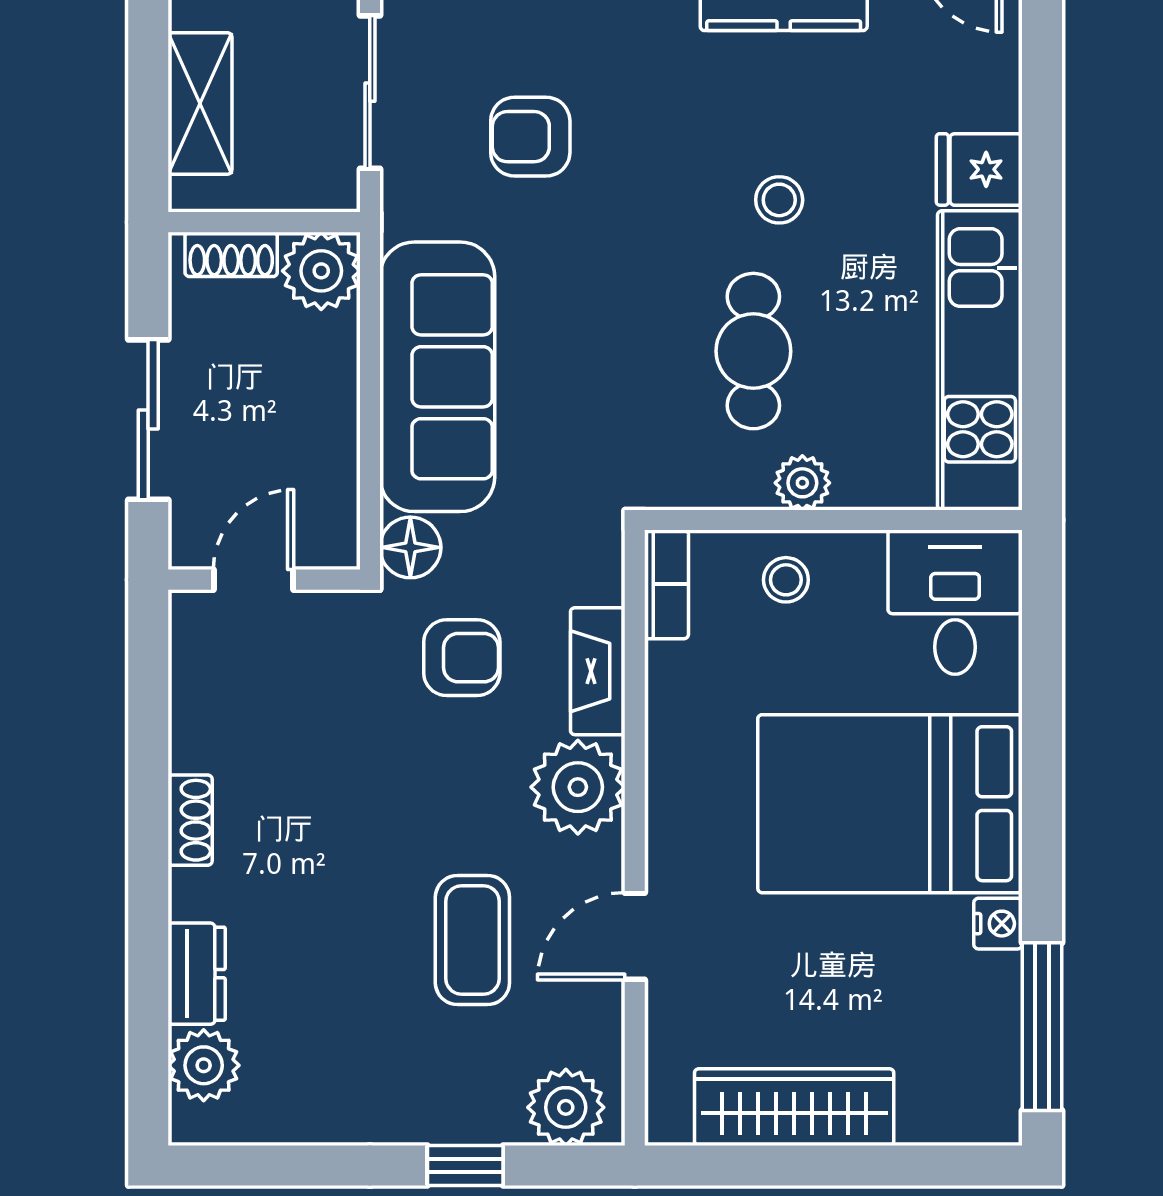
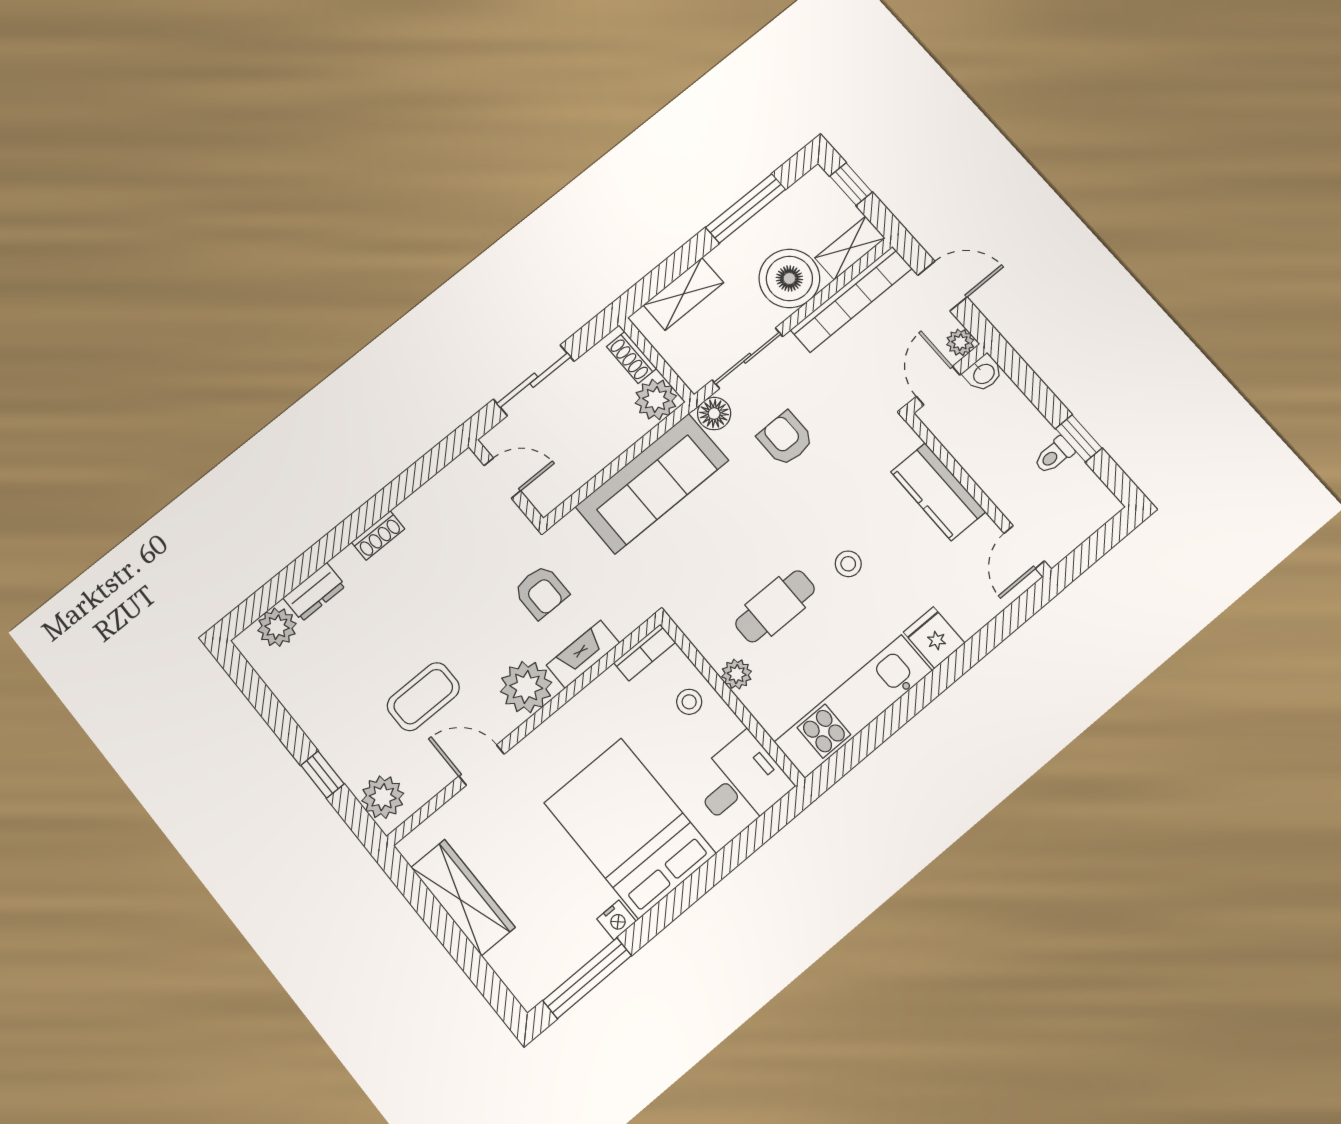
floor lamp: (410, 547) -> (714, 414), moved

